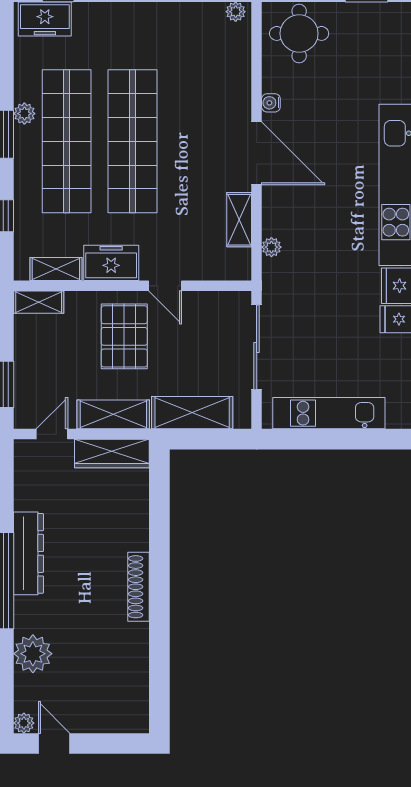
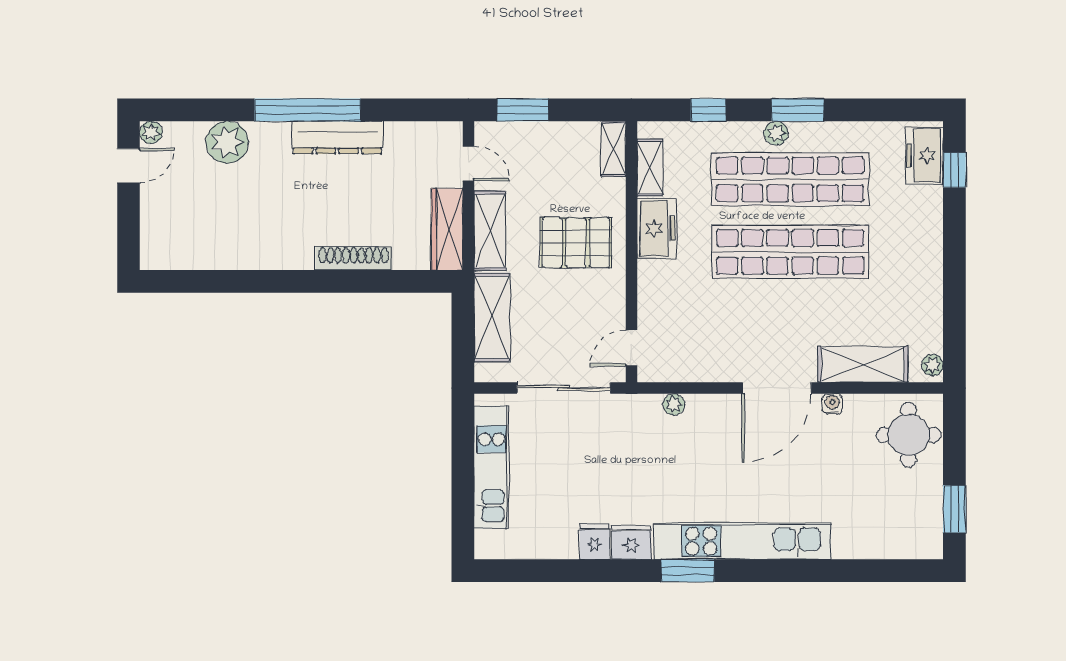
plant: (24, 114) -> (776, 133), moved
shelving: (239, 220) -> (863, 364), moved, width x1.50, depth x1.33
door: (165, 286) -> (631, 348), moved
shoe rack: (138, 587) -> (354, 258), moved

